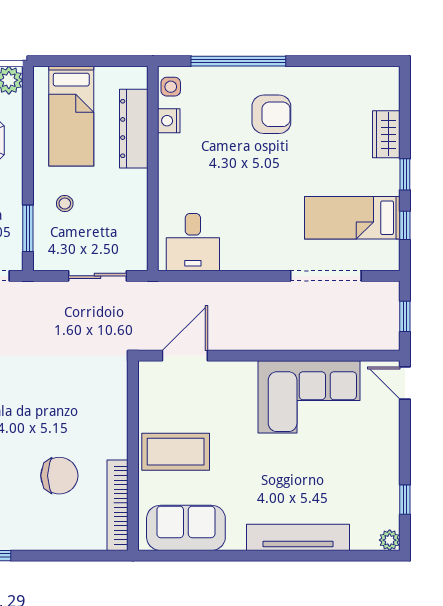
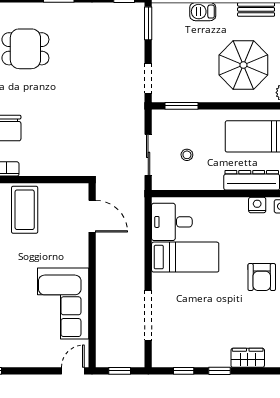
stool: (65, 204) -> (187, 155), moved
bed: (352, 218) -> (185, 257), moved, turned 90

